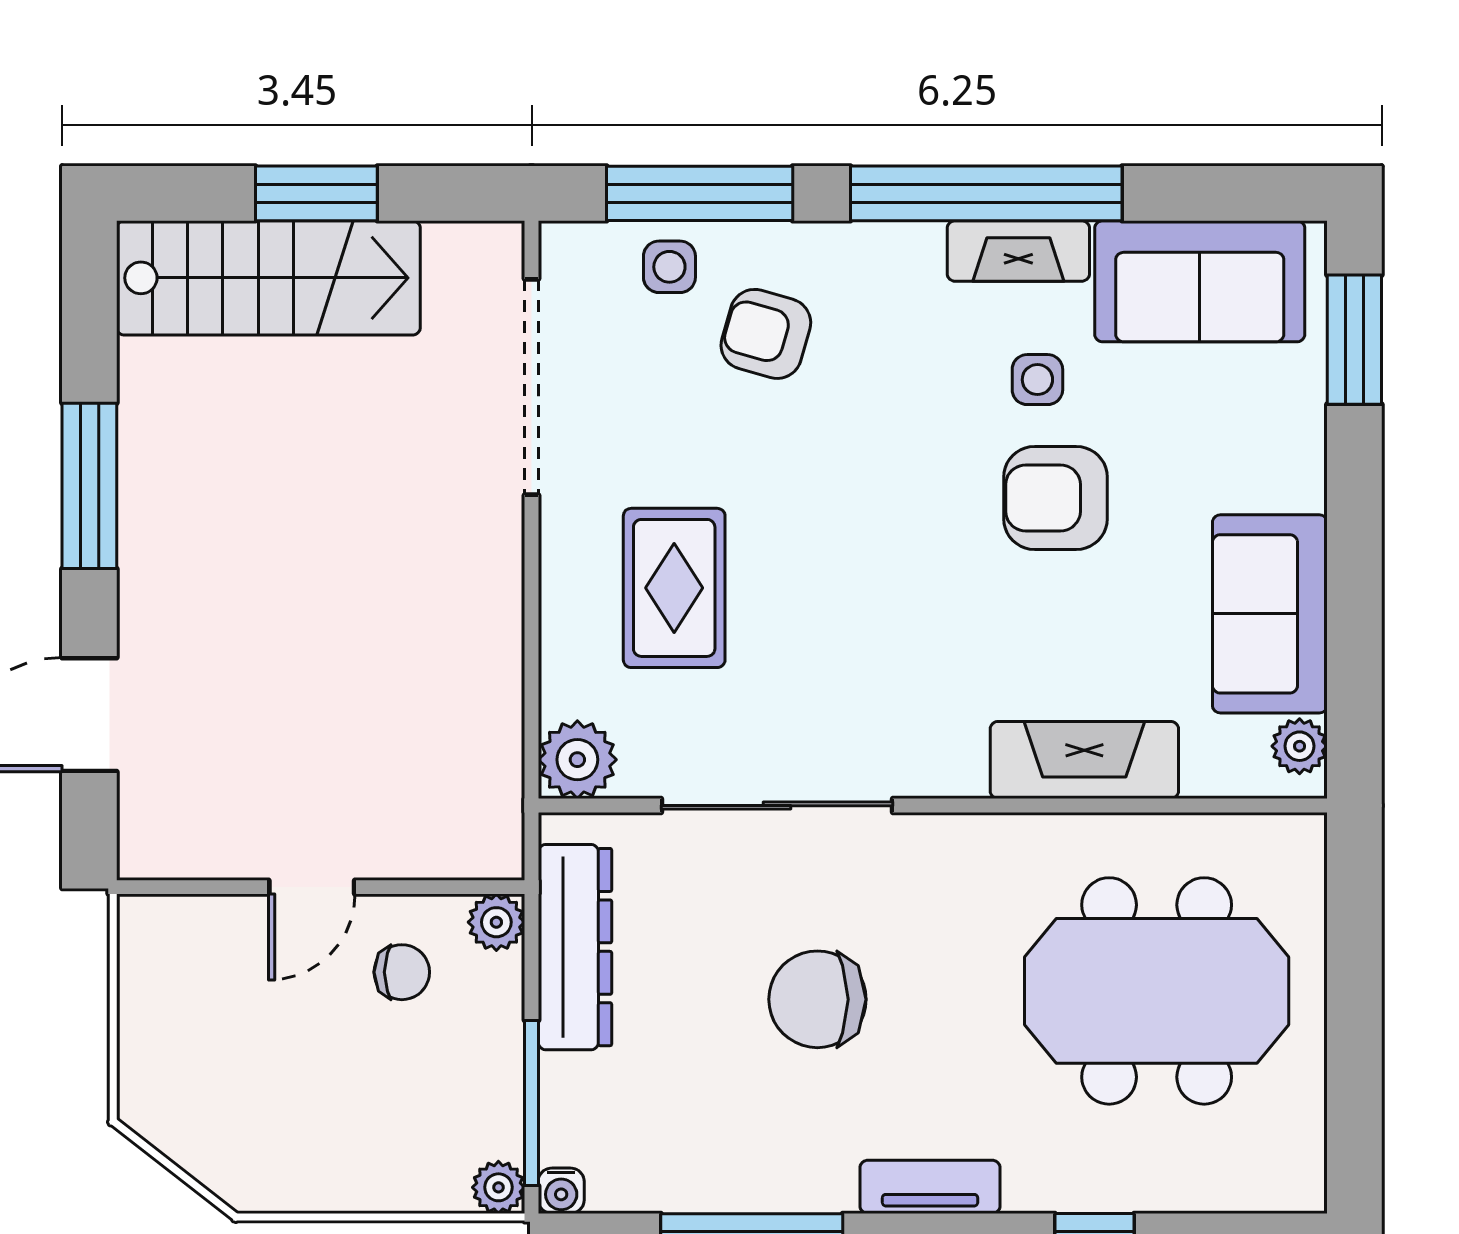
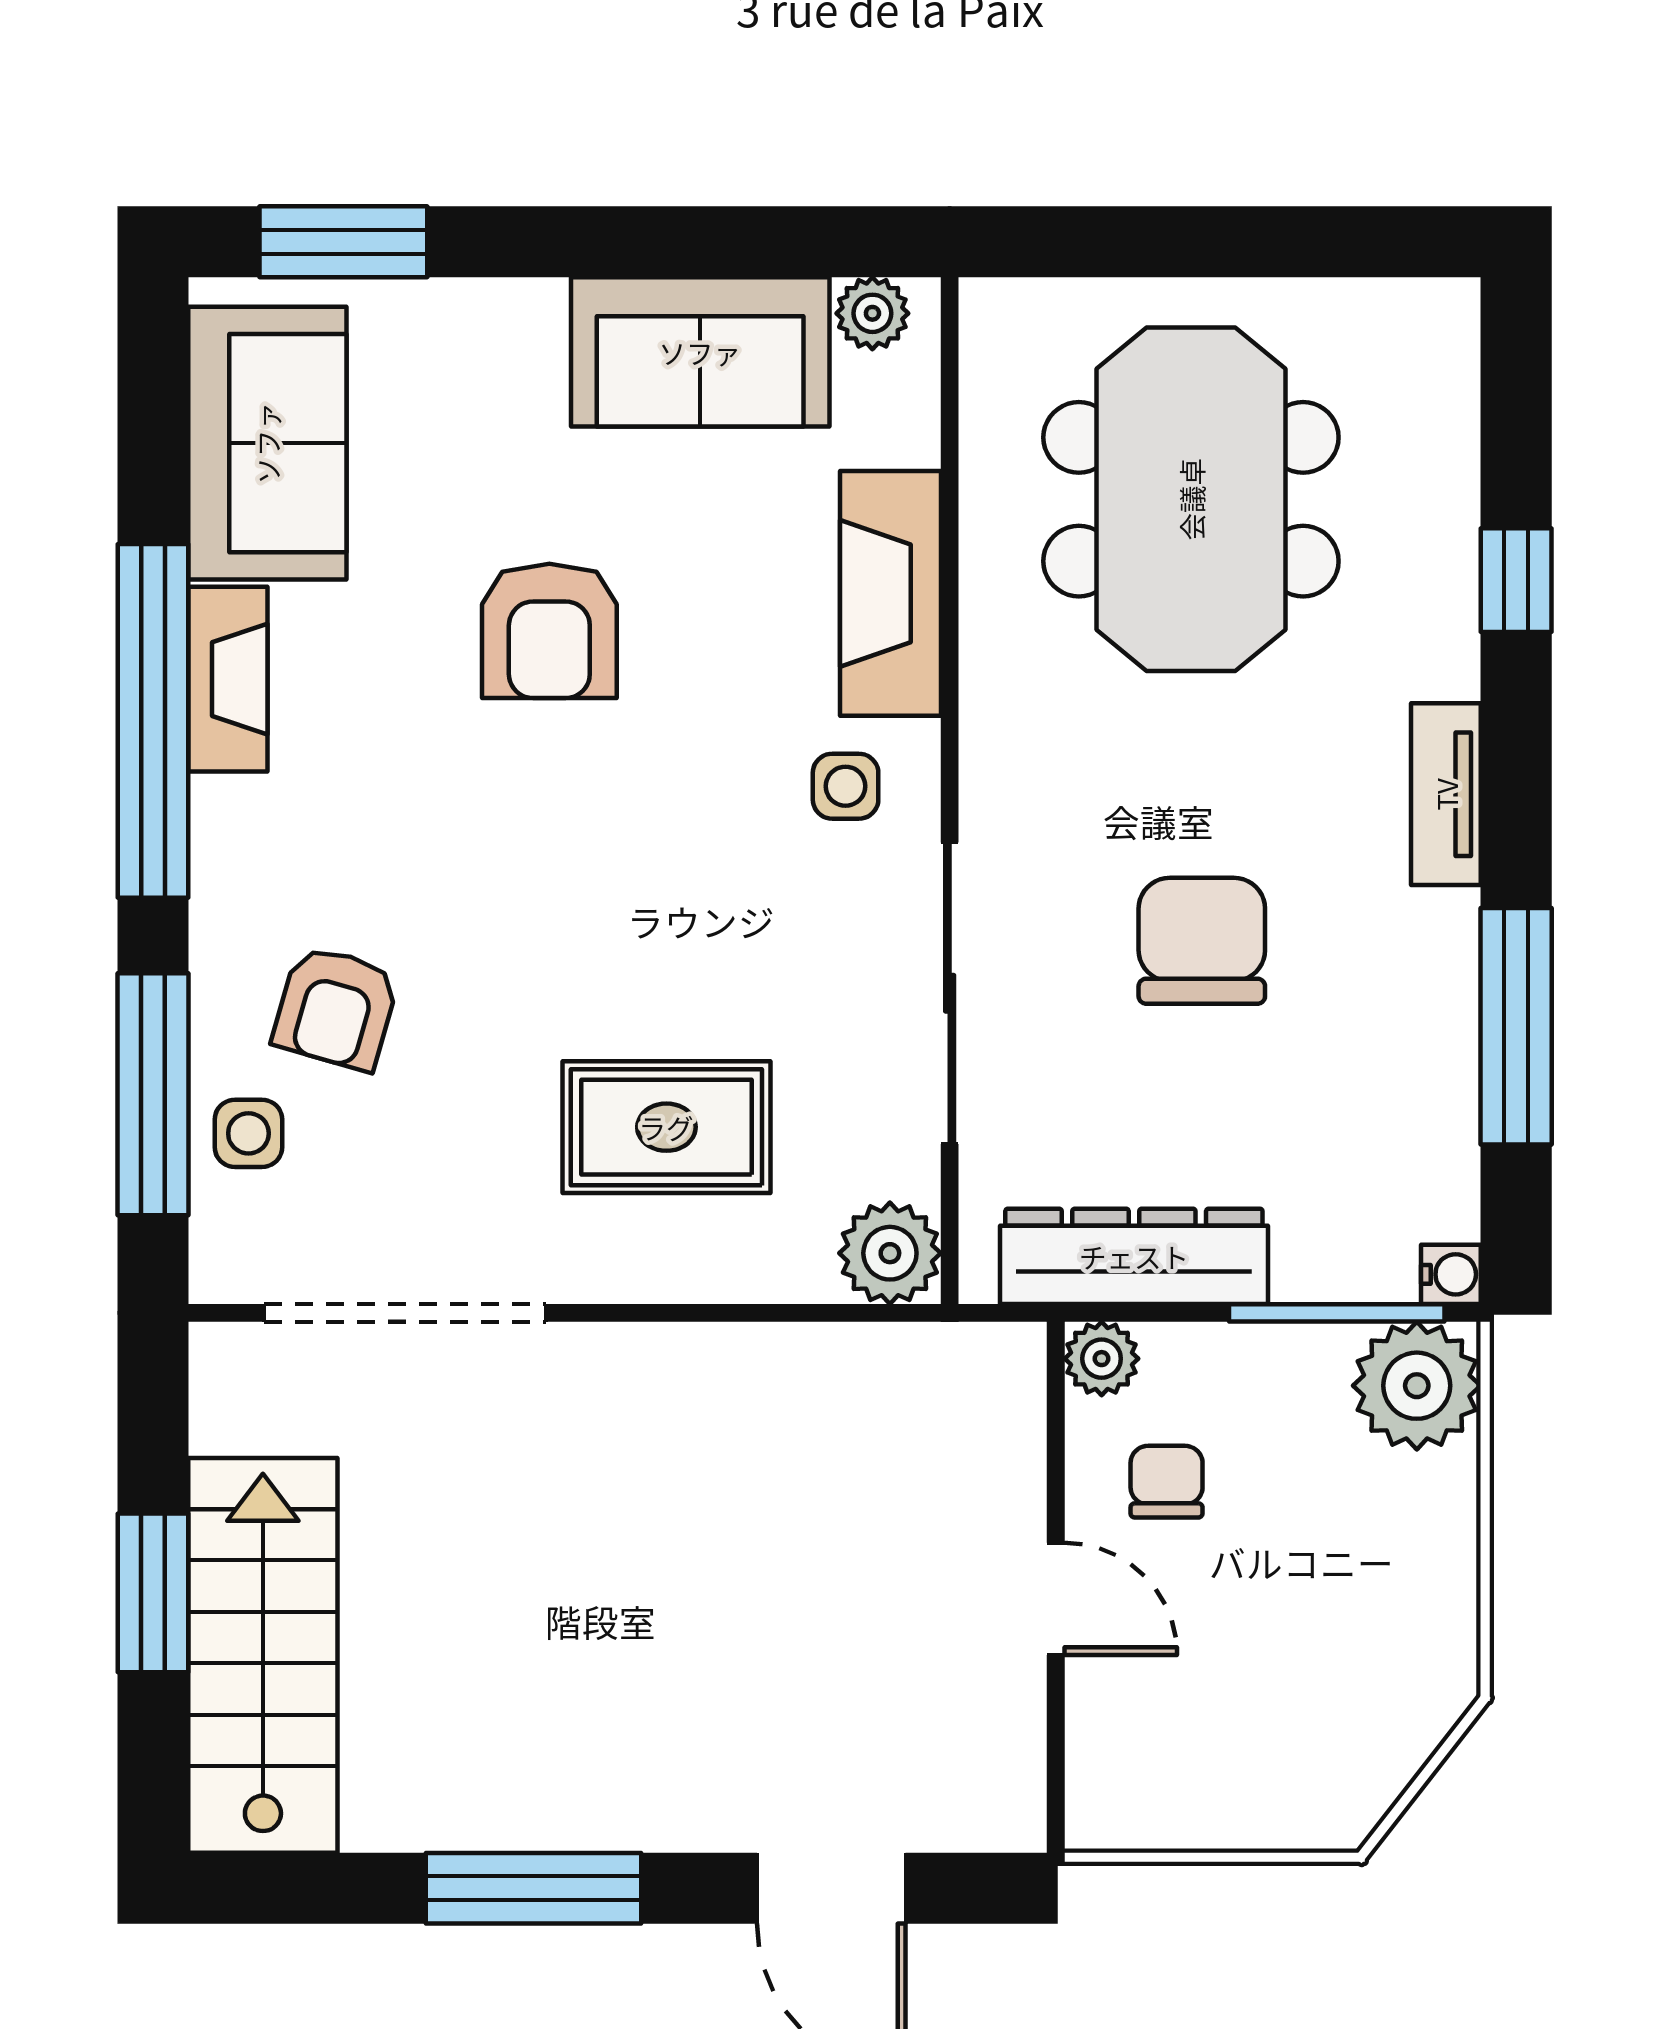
side table: (1037, 380) -> (846, 786), moved
chair: (817, 999) -> (1202, 941), turned 180
plant: (498, 1187) -> (1417, 1386), width x1.87, depth x1.87

